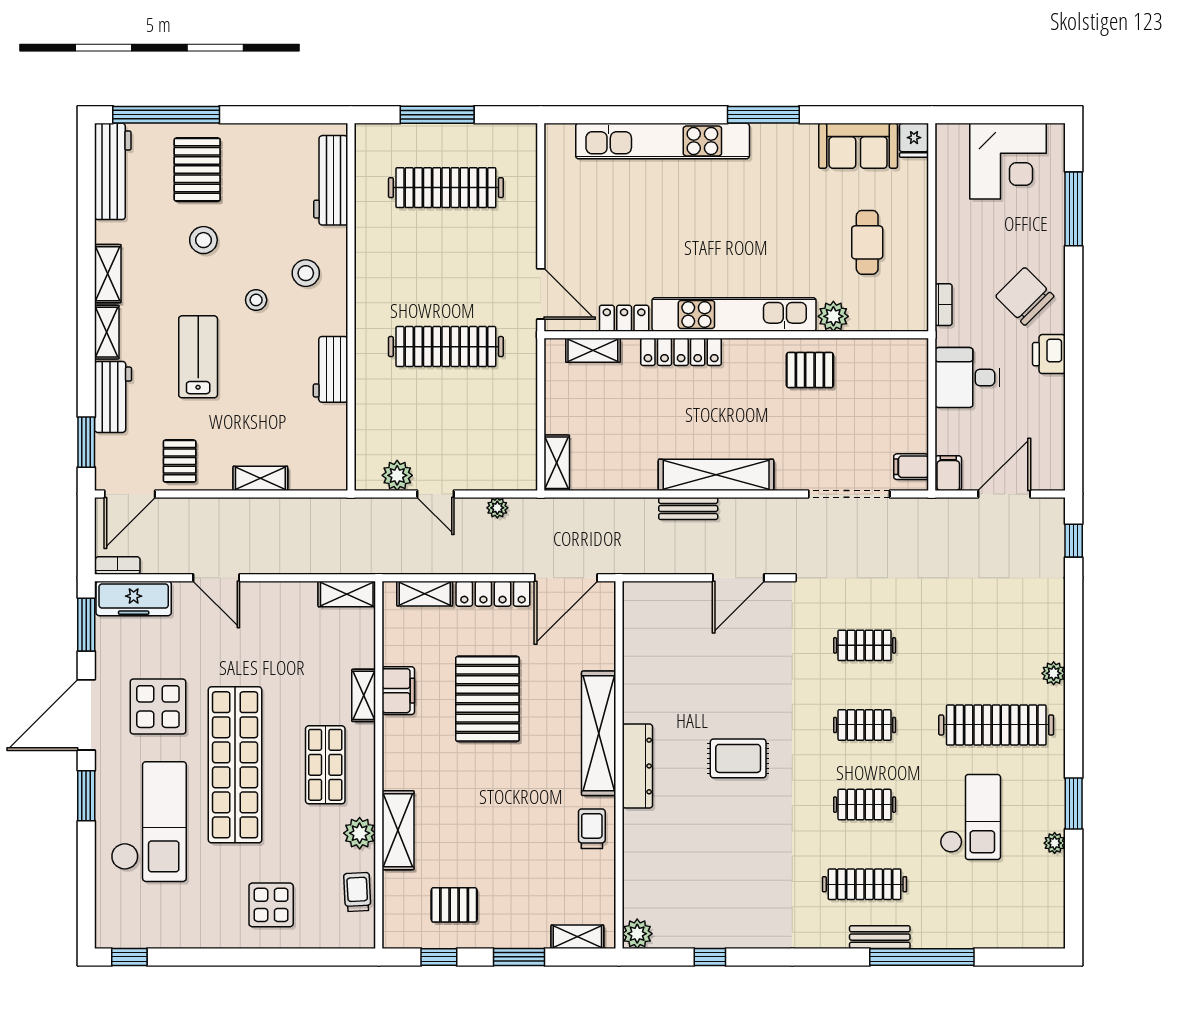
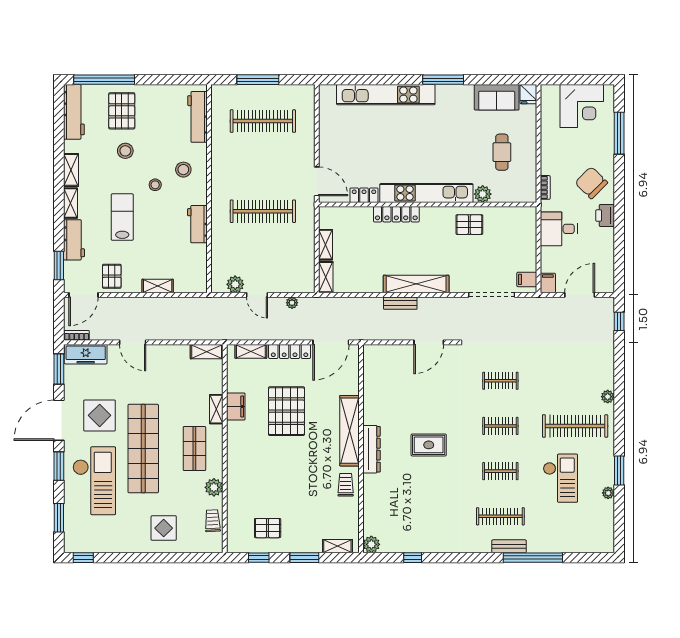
shelving: (593, 350) -> (326, 245), moved, turned 90
shelving: (398, 830) -> (236, 486), removed
window: (86, 887) -> (59, 518), added

